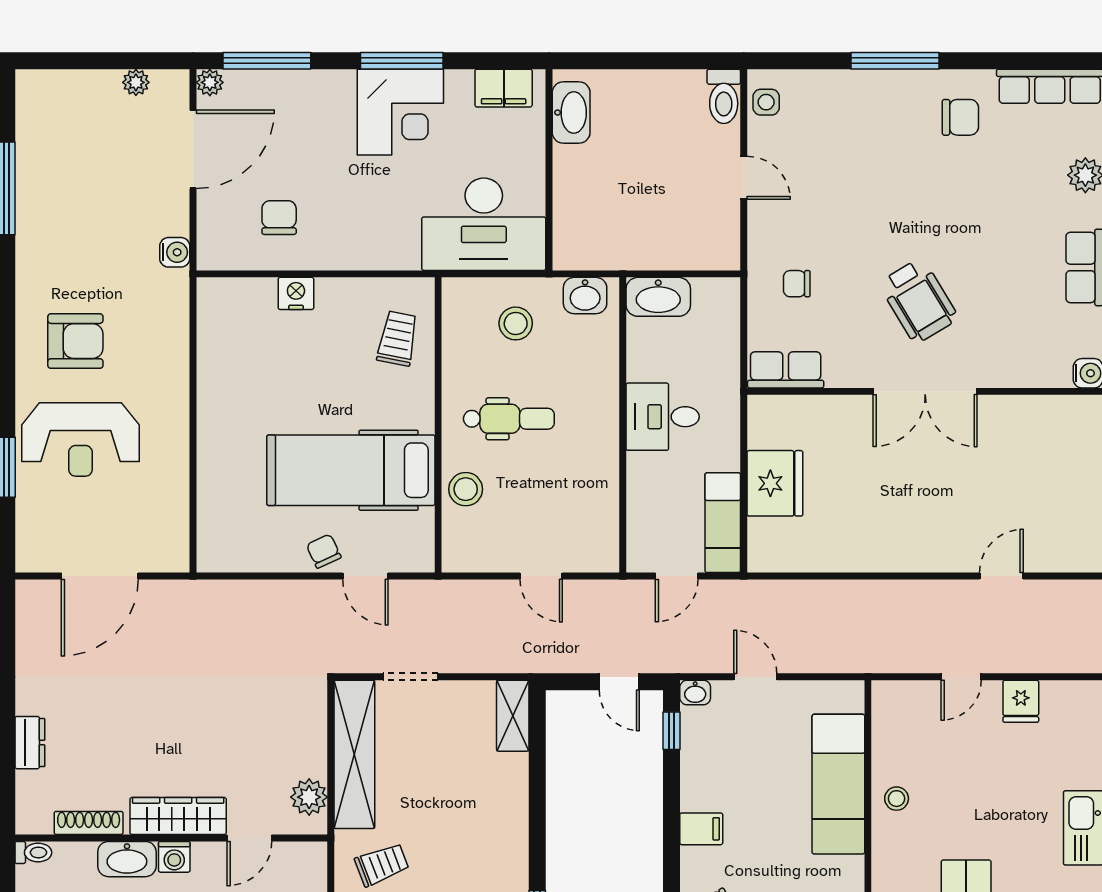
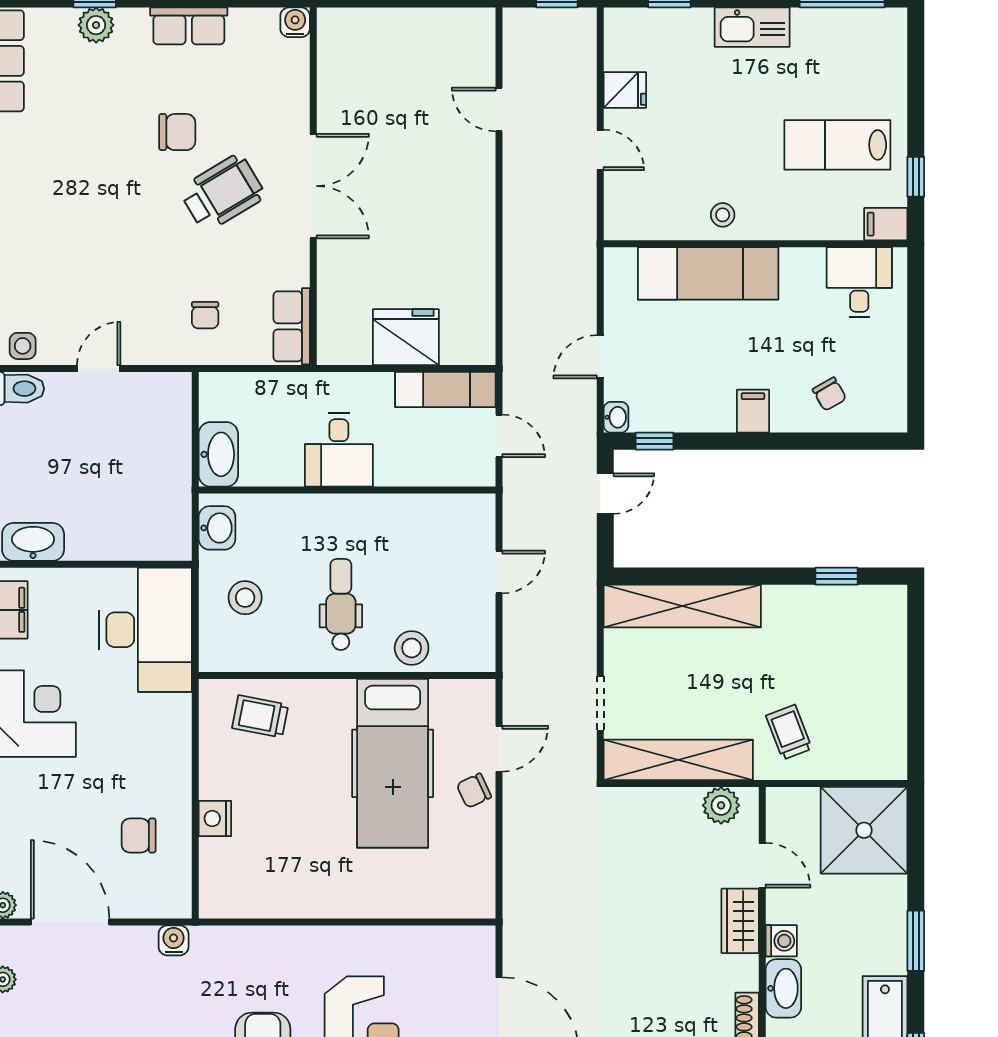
chair: (960, 117) -> (177, 132), moved, turned 90
shelving: (513, 716) -> (682, 606), width x2.20, depth x1.33
wardrobe: (178, 816) -> (740, 921), width x0.67

